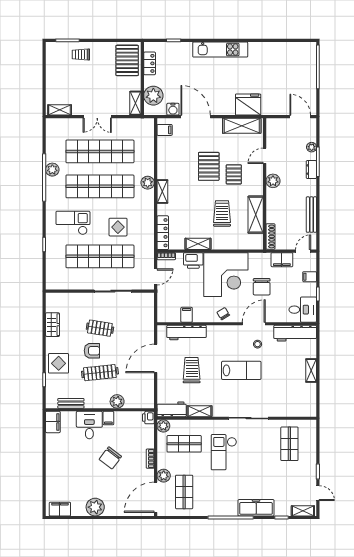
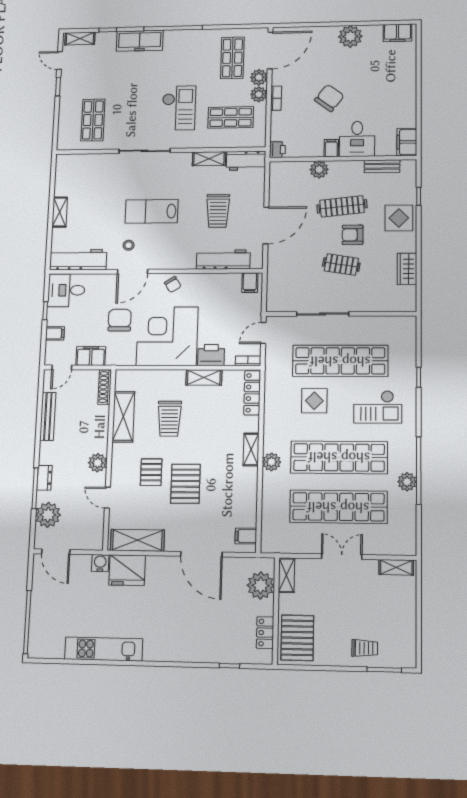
kitchen unit: (220, 50) -> (104, 649), moved
water cooler: (173, 109) -> (100, 563), moved
plant: (312, 147) -> (48, 515), width x1.87, depth x1.87
door: (265, 156) -> (107, 498), swing flipped
filing cabinet: (187, 315) -> (250, 283), moved
plant: (163, 426) -> (259, 94), moved

